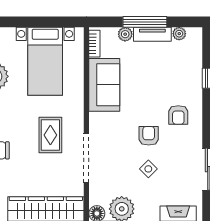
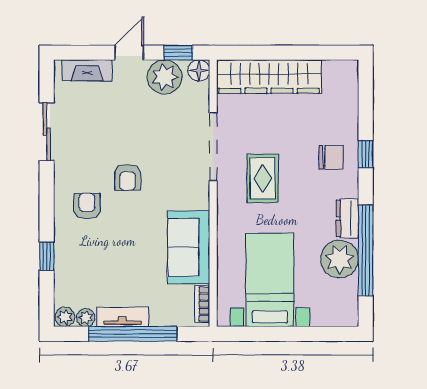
window: (145, 22) -> (133, 334), width x1.46
plant: (125, 34) -> (65, 317), moved
side table: (148, 169) -> (128, 132), removed

